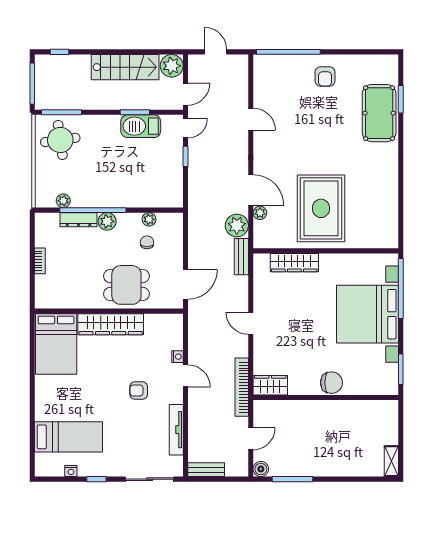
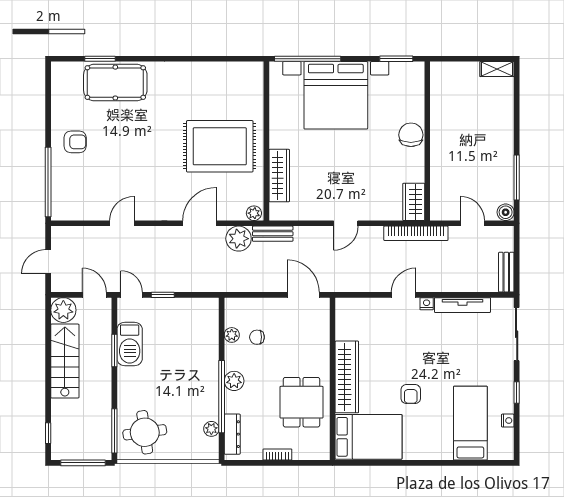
plant: (260, 213) -> (254, 213), moved
dresser: (78, 220) -> (232, 434), moved
dining table: (126, 285) -> (302, 402), moved
nightstand: (177, 357) -> (427, 304), moved
armchair: (139, 390) -> (411, 394), moved

